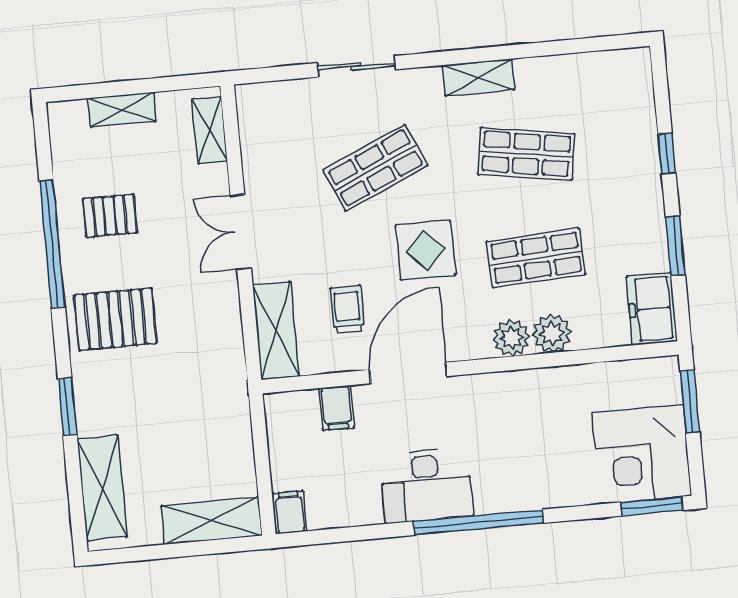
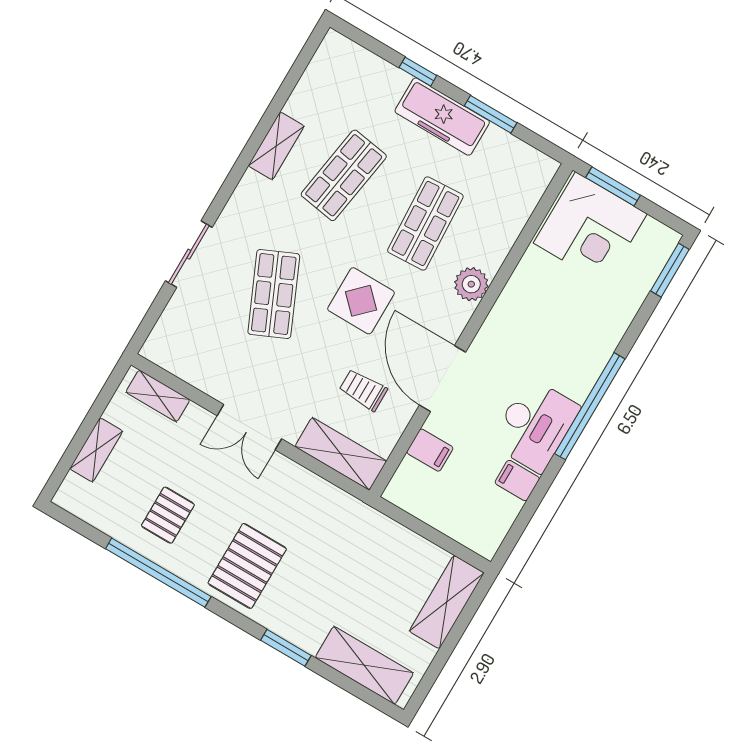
shelving: (478, 78) -> (276, 146), moved
freezer: (652, 309) -> (442, 117), moved, width x1.40
plant: (552, 333) -> (490, 252), removed
corner desk: (642, 454) -> (590, 228), moved
filing cabinet: (290, 512) -> (517, 480), moved

